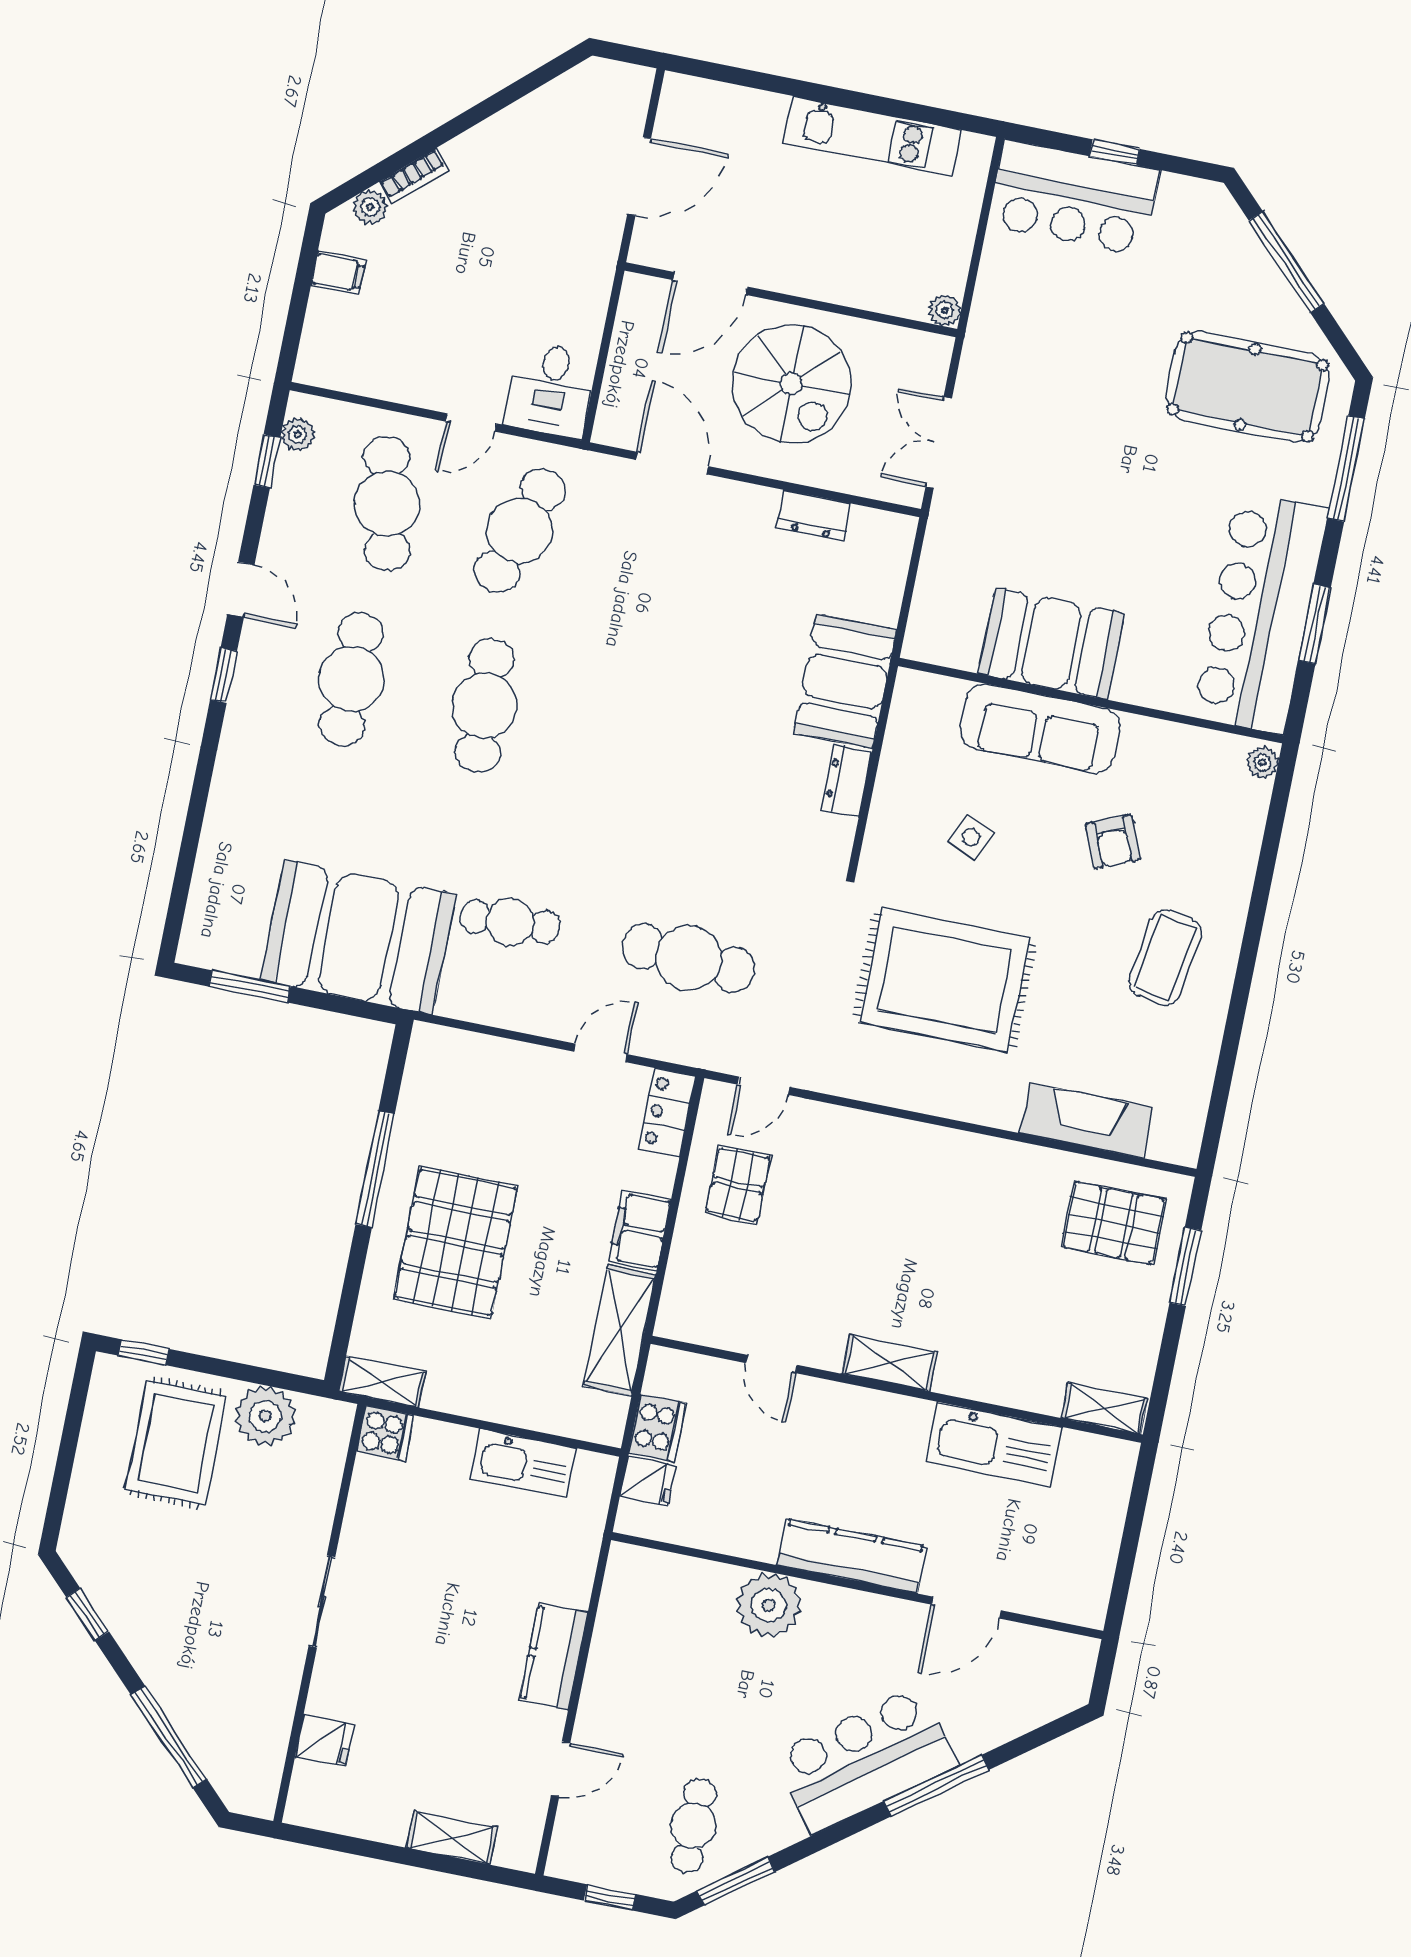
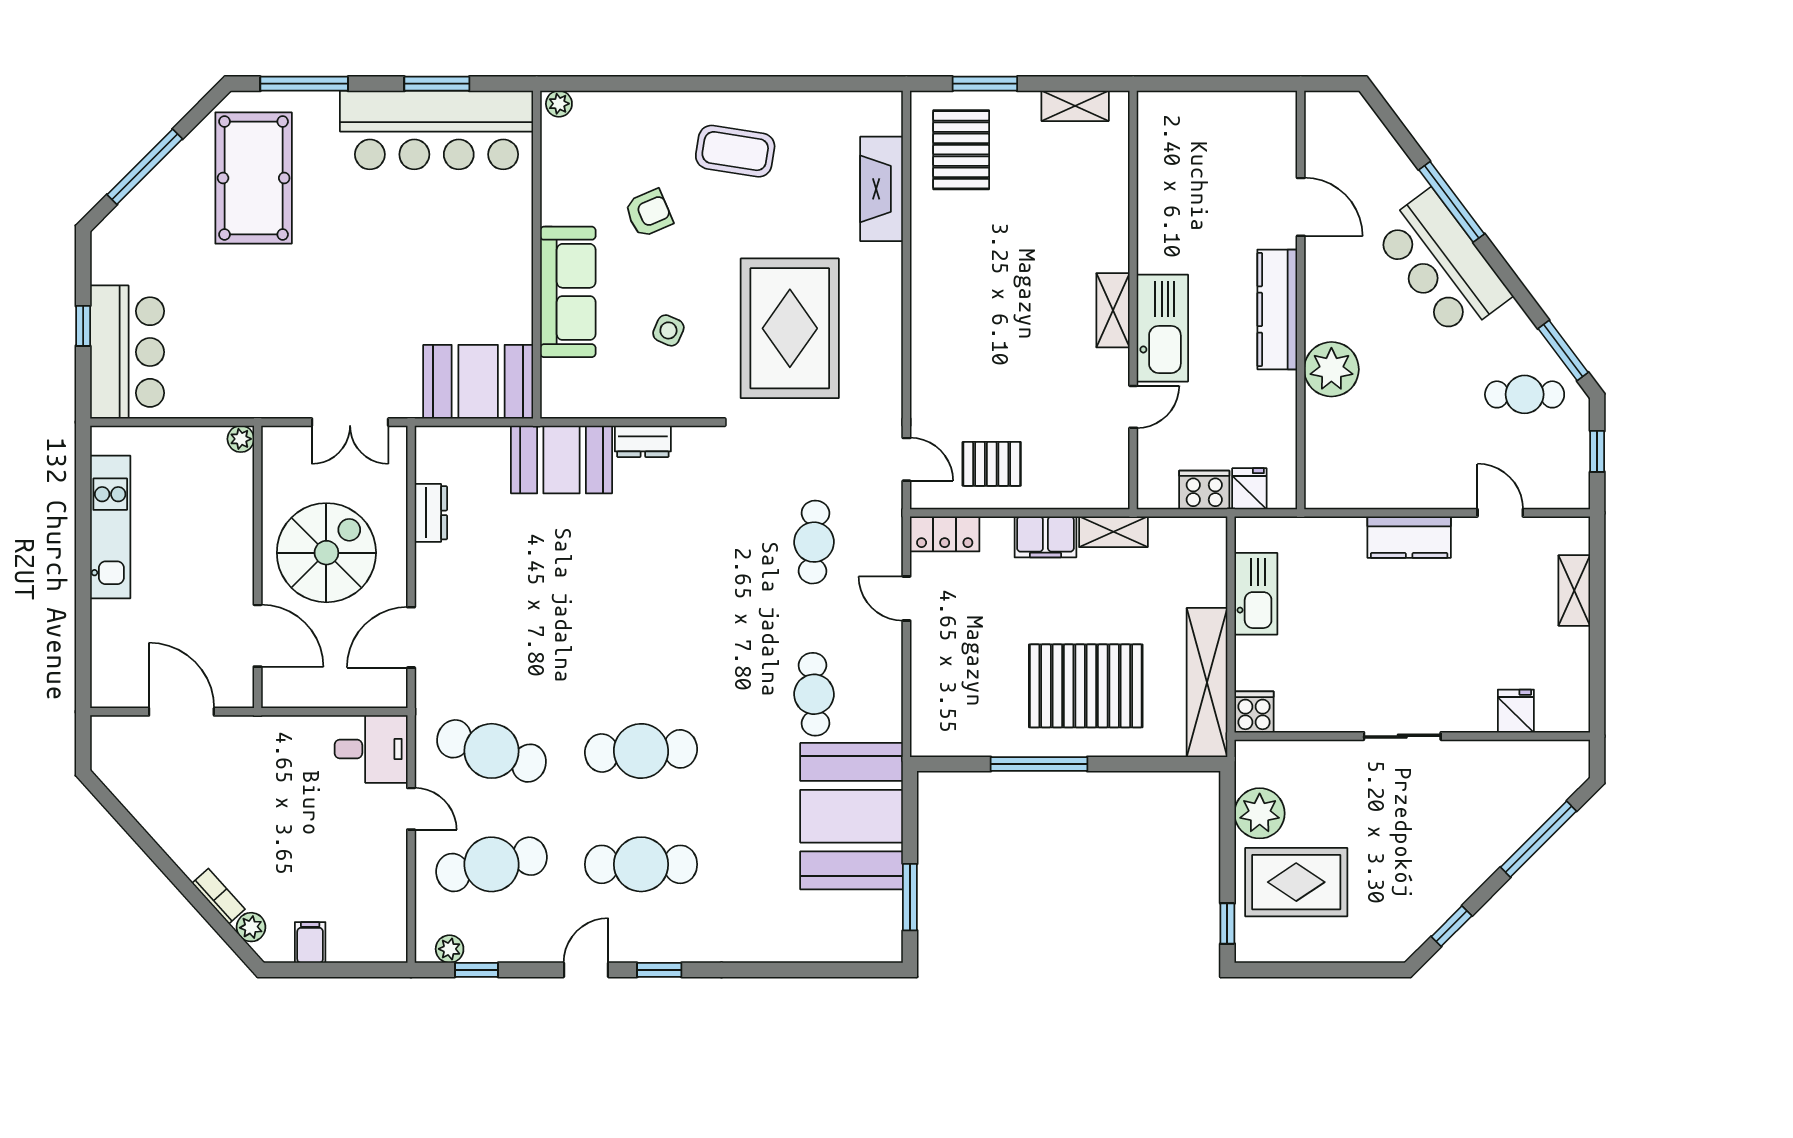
booth: (1051, 643) -> (478, 382), moved, turned 90
cafe table: (688, 958) -> (814, 542), width x0.73, depth x0.74
shelving: (620, 1330) -> (1113, 532), width x0.67, depth x0.75
shelving: (382, 1382) -> (1207, 682), width x2.20, depth x1.33
shelving: (1104, 1408) -> (1075, 106), moved, turned 90
kitchen sink: (994, 1444) -> (1162, 328), moved

